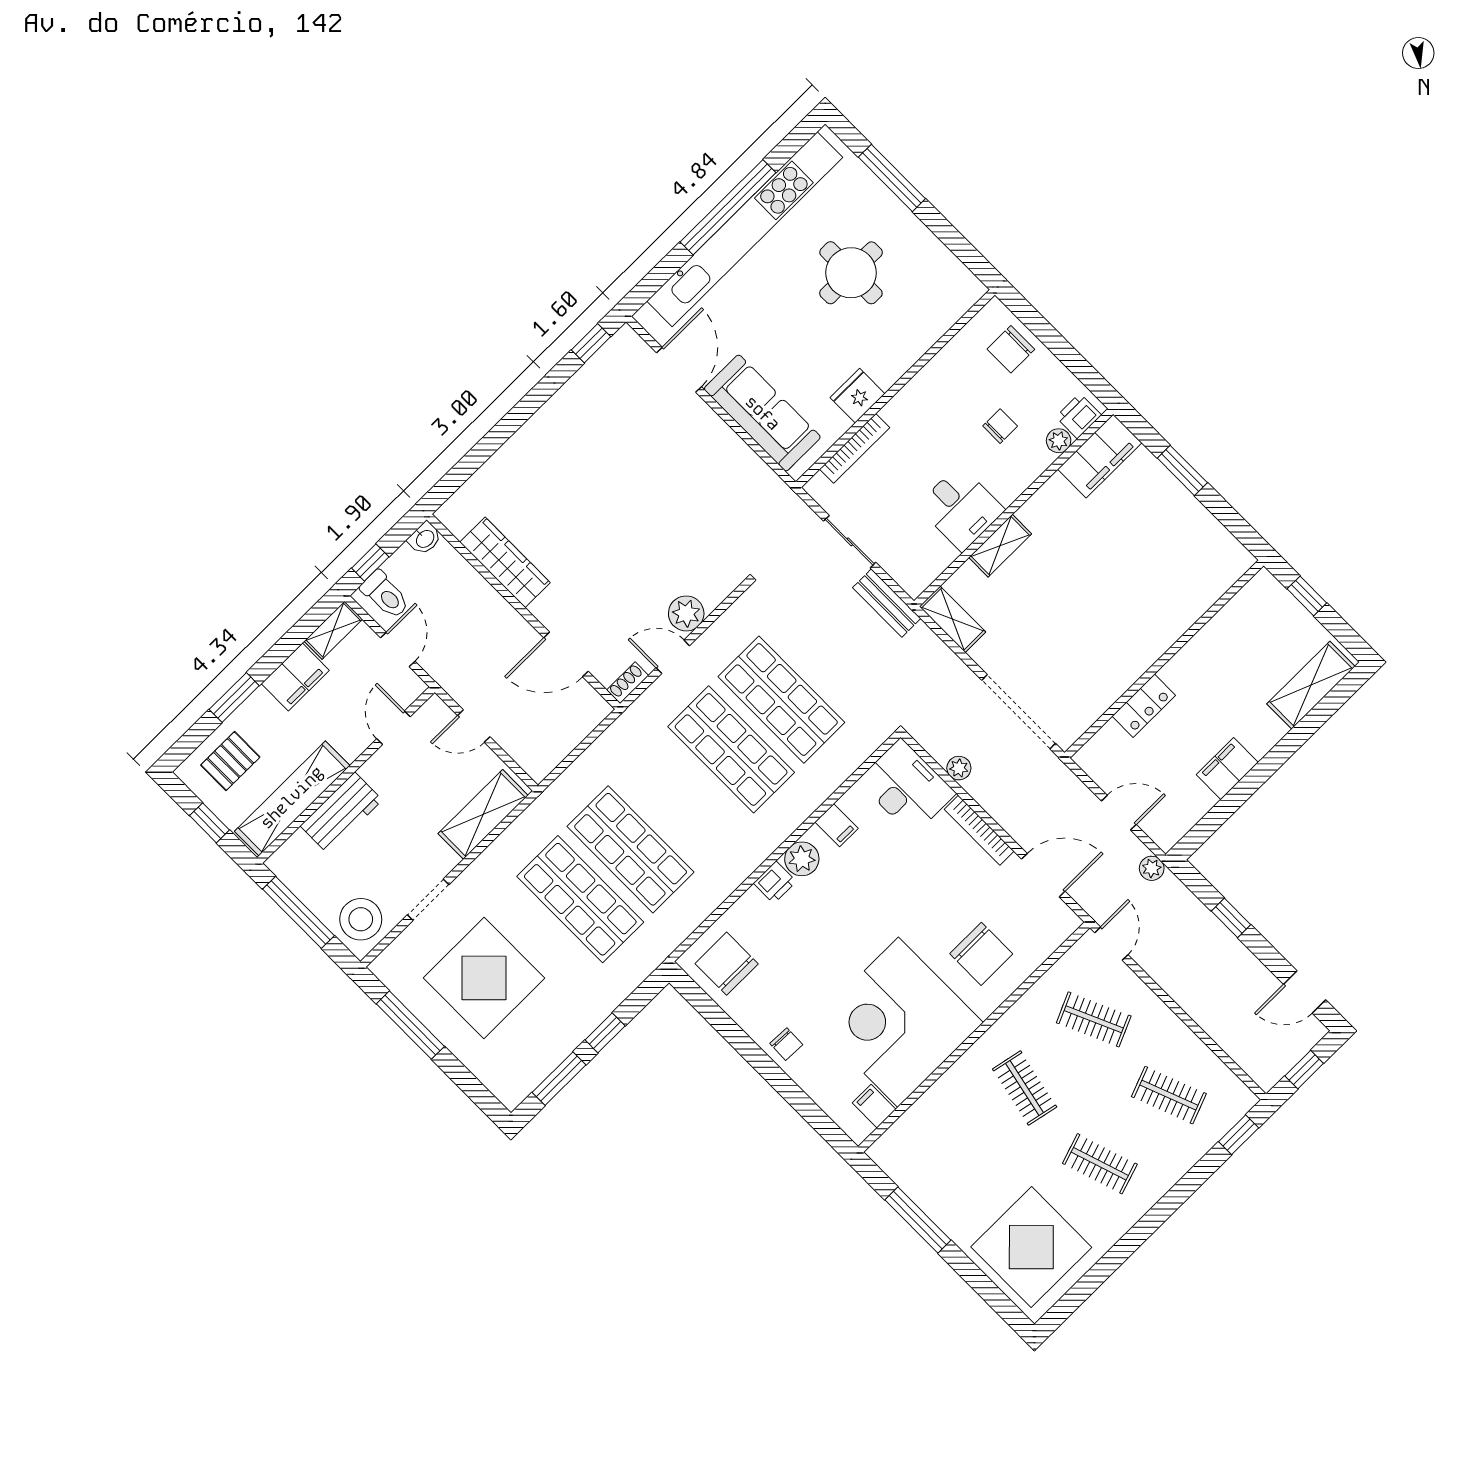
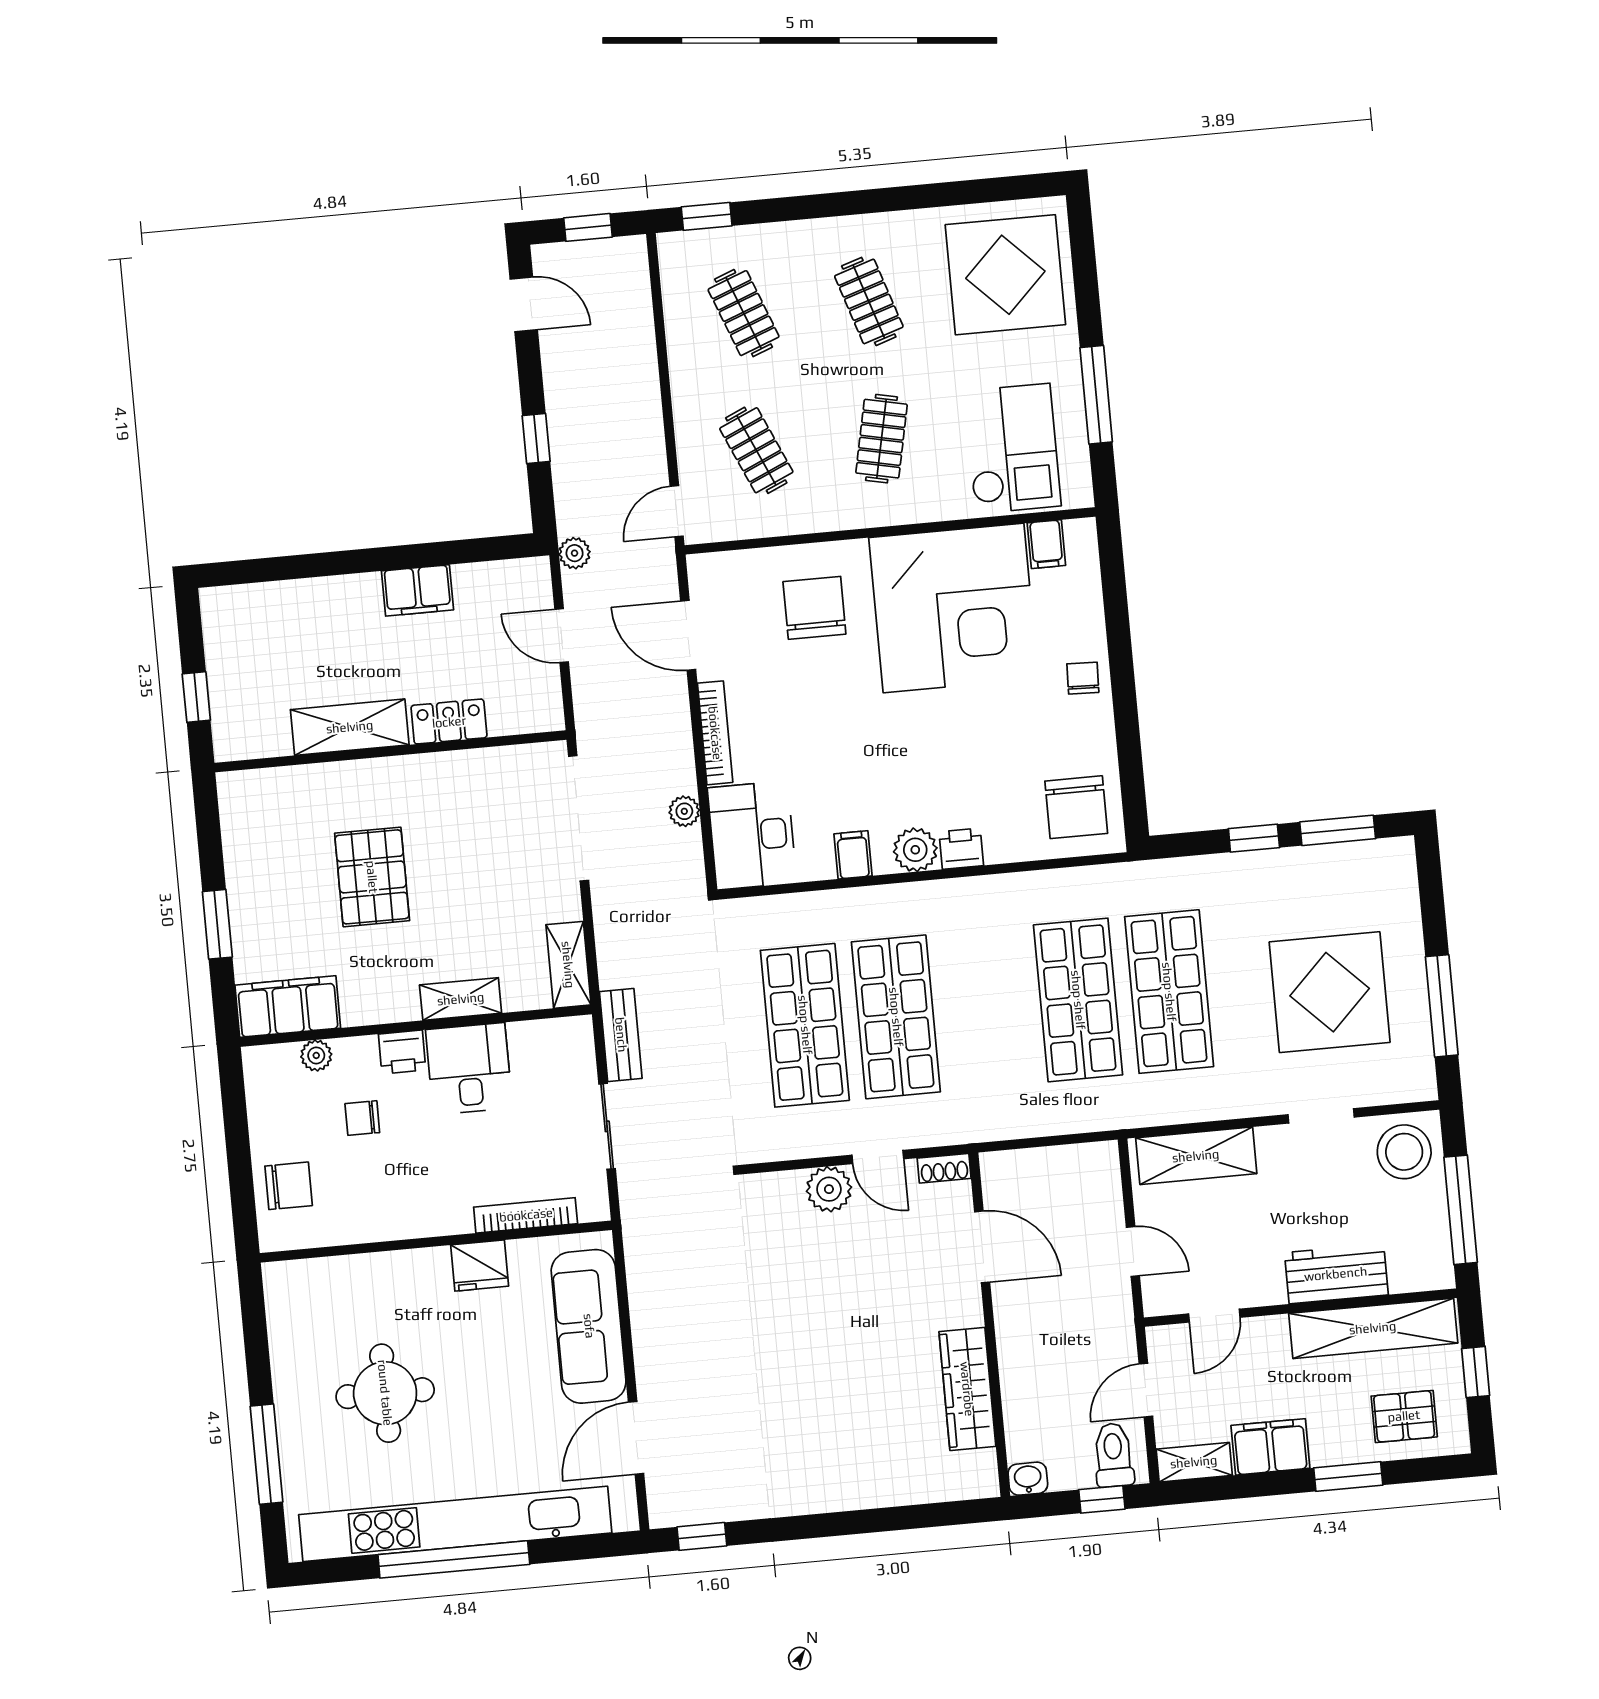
printer: (1079, 416) -> (402, 1052), moved
pallet: (1113, 575) -> (372, 877), added
shelving: (1311, 685) -> (350, 727), moved
checkout: (941, 1147) -> (1012, 449), added

